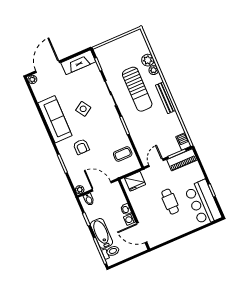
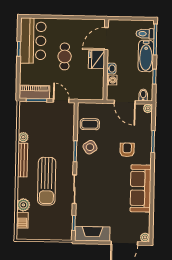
plant: (154, 70) -> (23, 137), moved
sun lounger: (137, 89) -> (47, 181), turned 180
side table: (83, 109) -> (90, 147), moved
barbecue: (183, 141) -> (22, 220), moved
door: (156, 163) -> (61, 101), swing flipped
fridge: (135, 181) -> (96, 60), moved, turned -90
washing machine: (130, 219) -> (112, 80), moved
door: (142, 233) -> (106, 39), swing flipped

